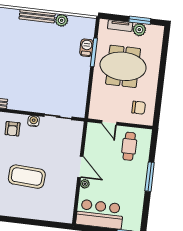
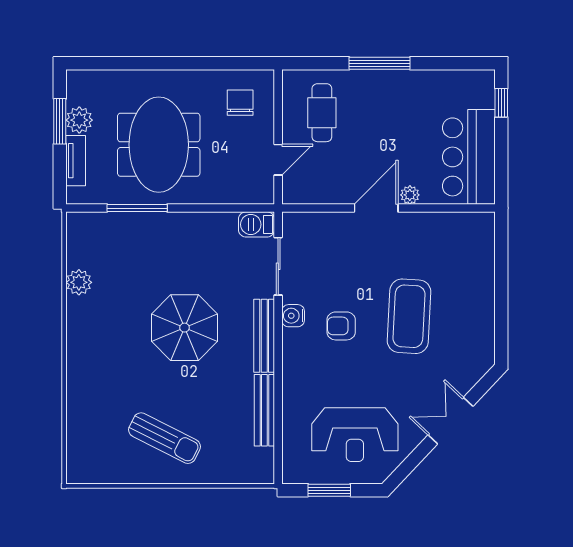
bench: (37, 16) -> (264, 336), moved
barbecue: (86, 48) -> (257, 224), moved
parasol: (34, 68) -> (185, 328), added
armchair: (13, 129) -> (341, 326), moved, turned 180
cafe table: (129, 146) -> (322, 113), turned 90

